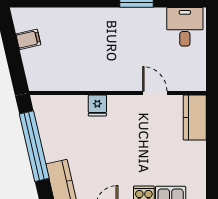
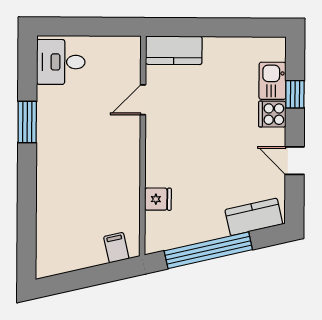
filing cabinet: (28, 39) -> (116, 248), moved
fridge: (97, 105) -> (158, 199), moved

